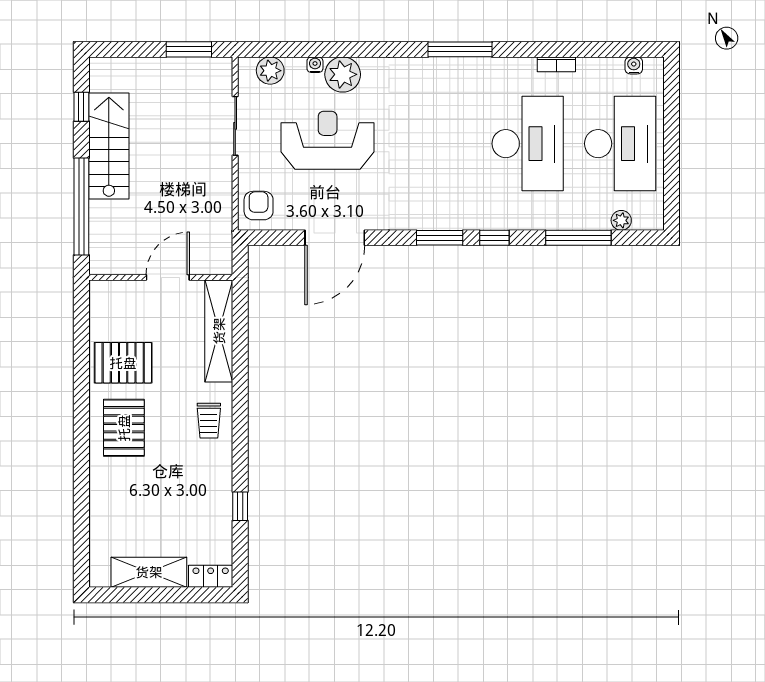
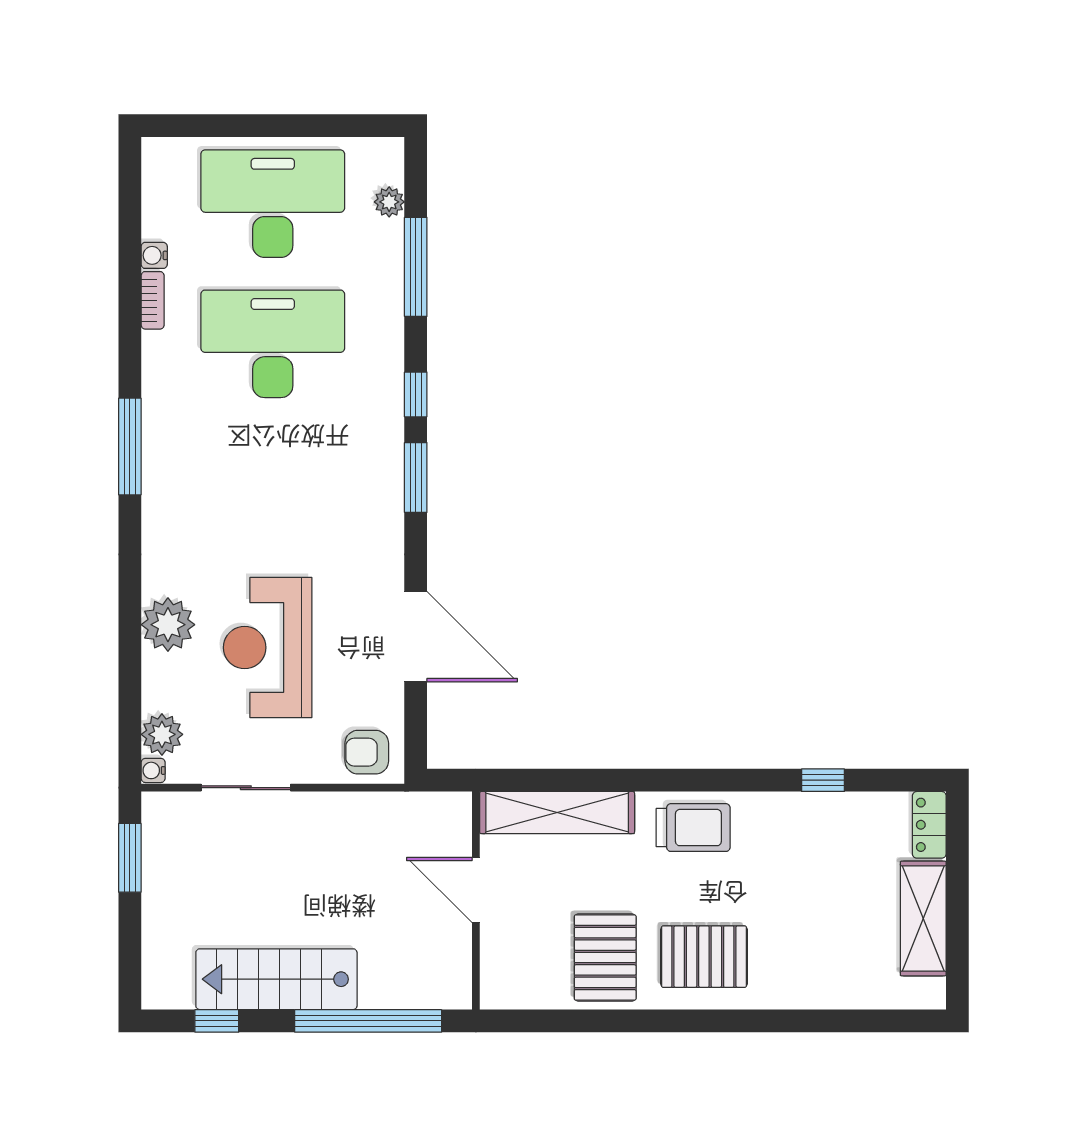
water cooler: (315, 65) -> (153, 770), moved
water cooler: (634, 65) -> (154, 255), moved
trolley: (209, 421) -> (693, 828), width x1.36, depth x1.39

